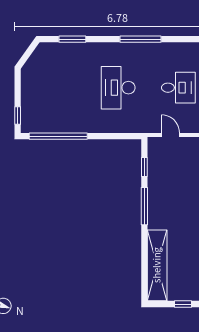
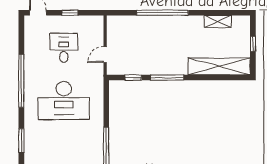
window: (141, 39) -> (21, 81), width x1.46
desk: (118, 88) -> (64, 100), width x1.36, depth x1.30

